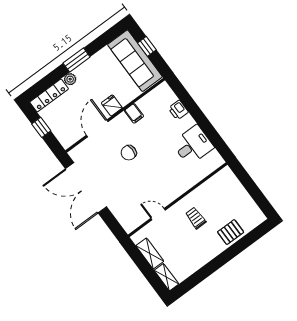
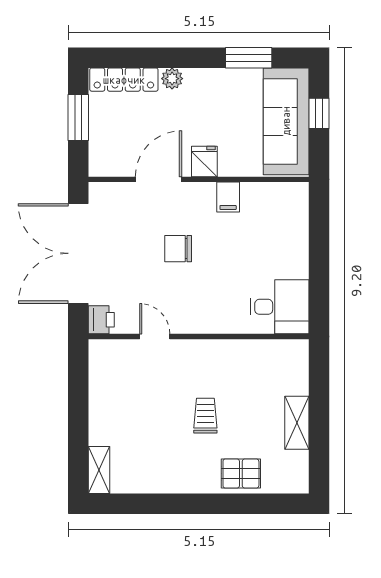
window: (77, 60) -> (249, 58), moved
printer: (178, 110) -> (101, 320), moved, turned 180
window: (41, 127) -> (78, 118), width x1.50
wall: (178, 200) -> (199, 337), moved
door: (158, 214) -> (155, 337), moved
shelving: (150, 254) -> (297, 423), moved

